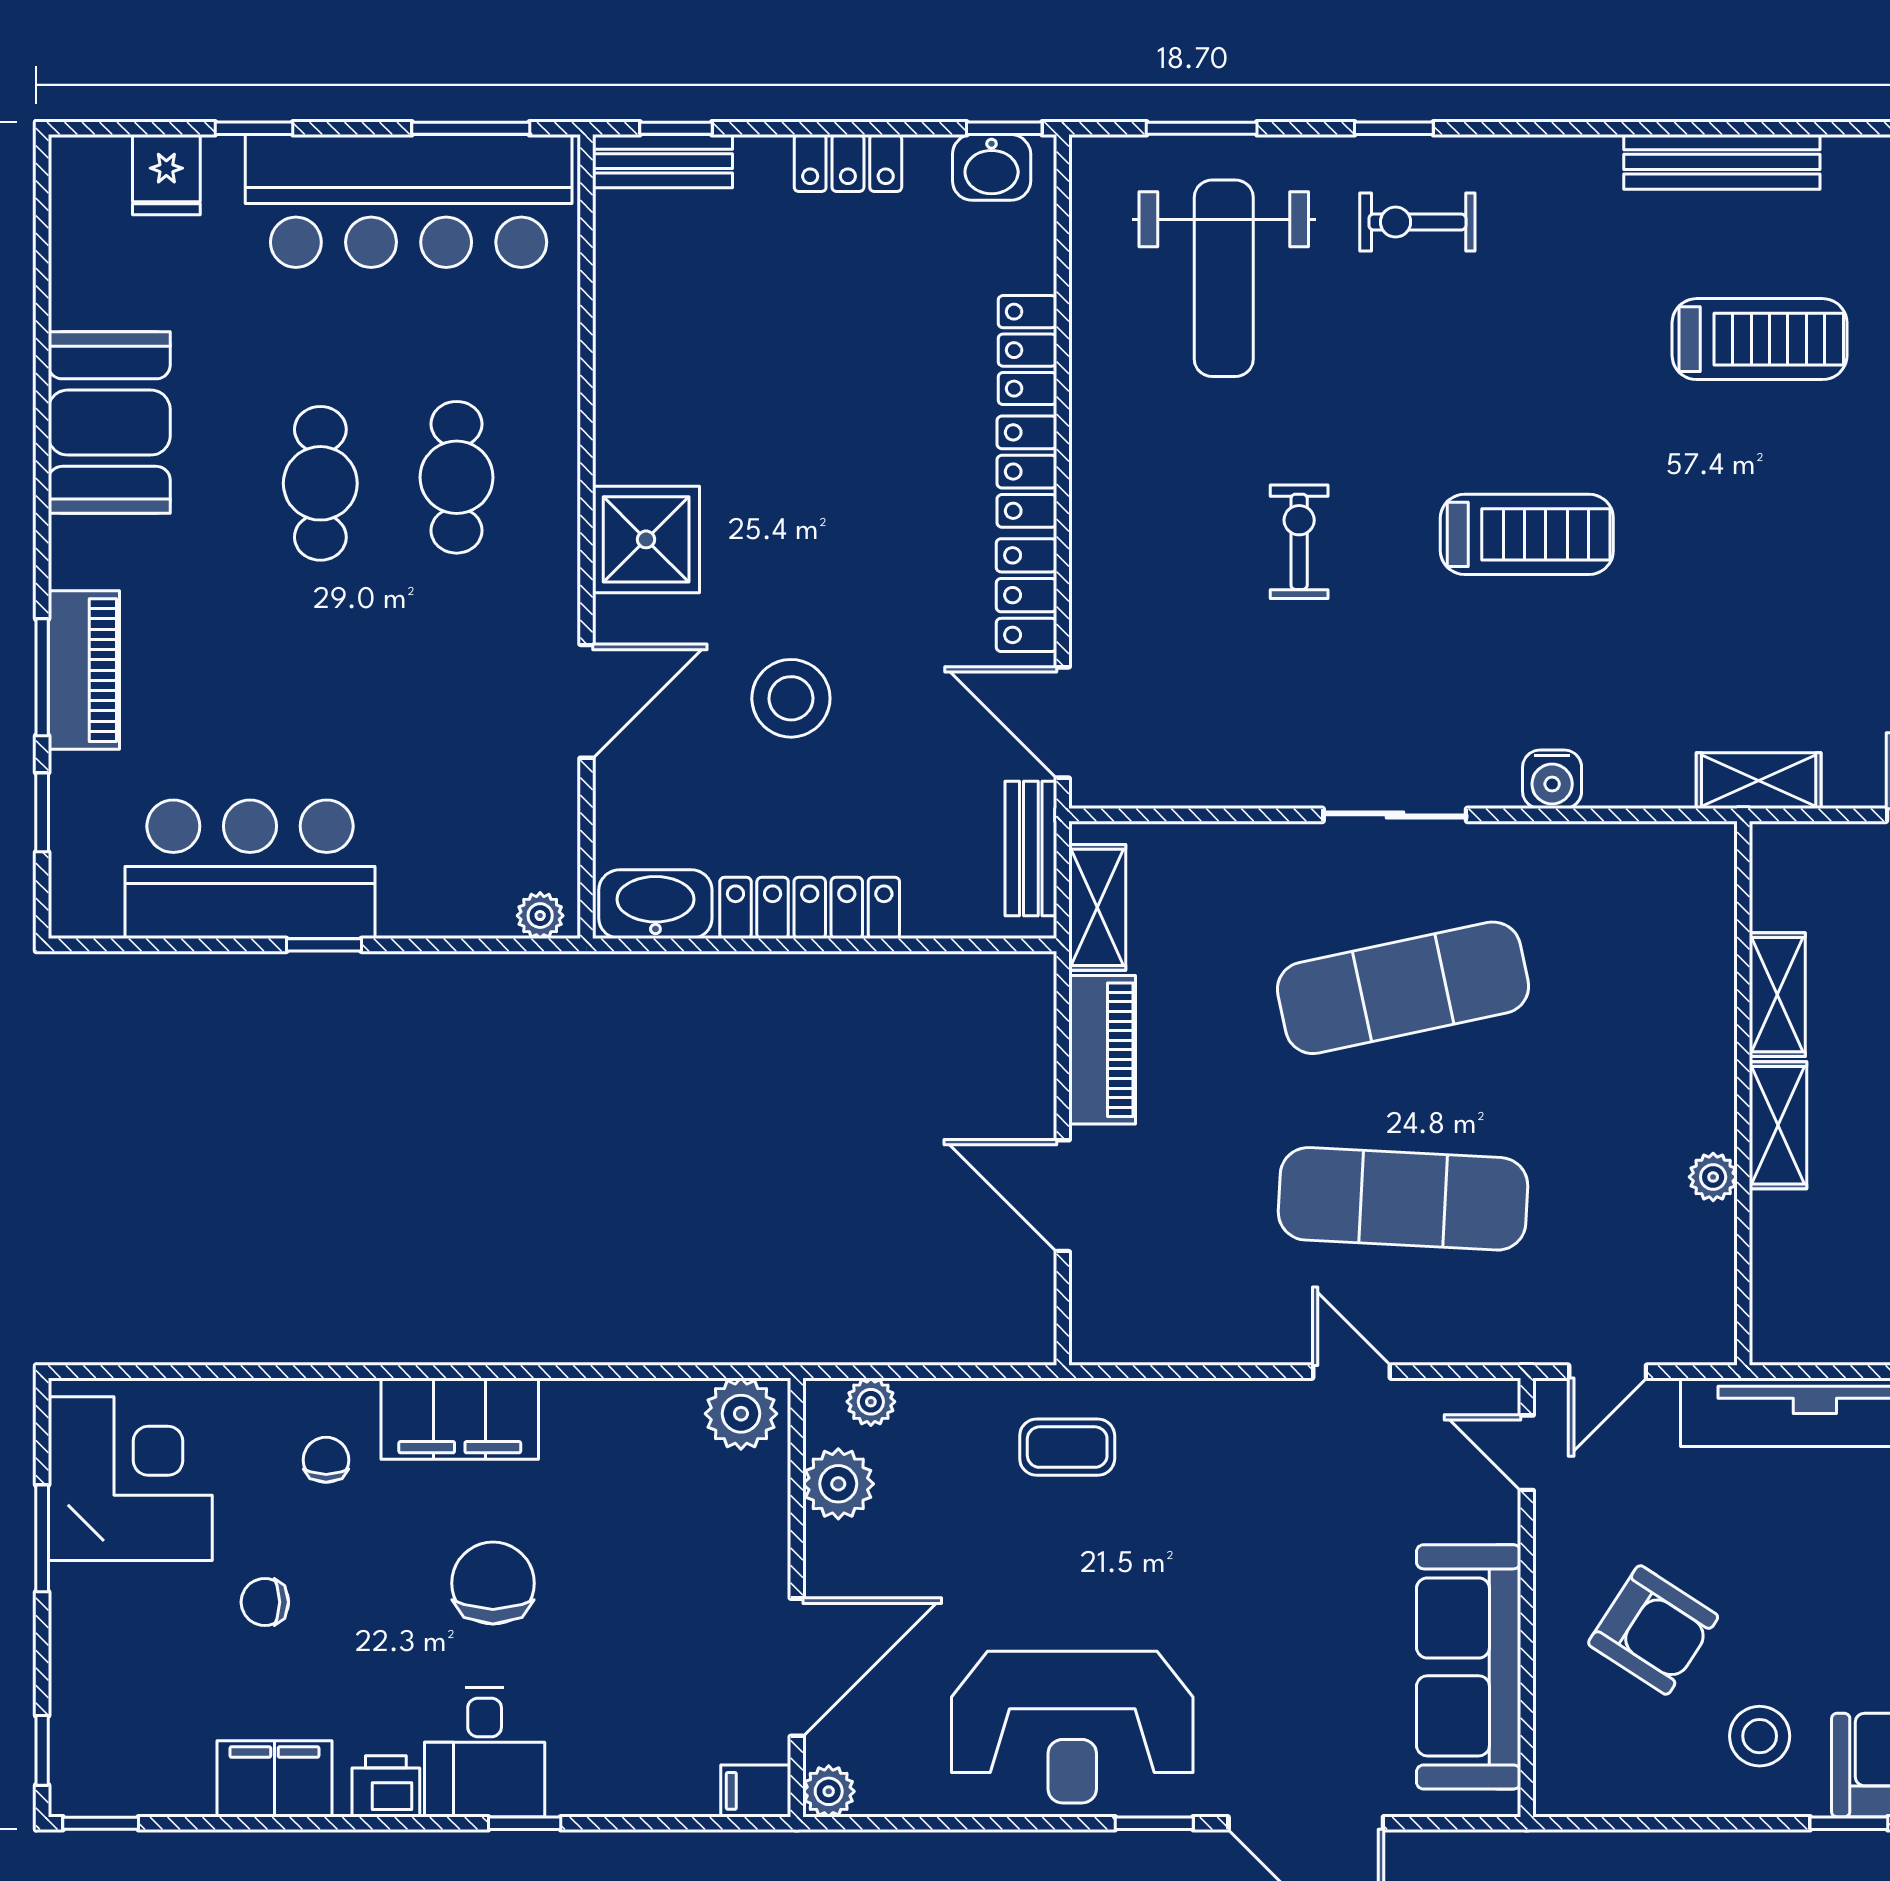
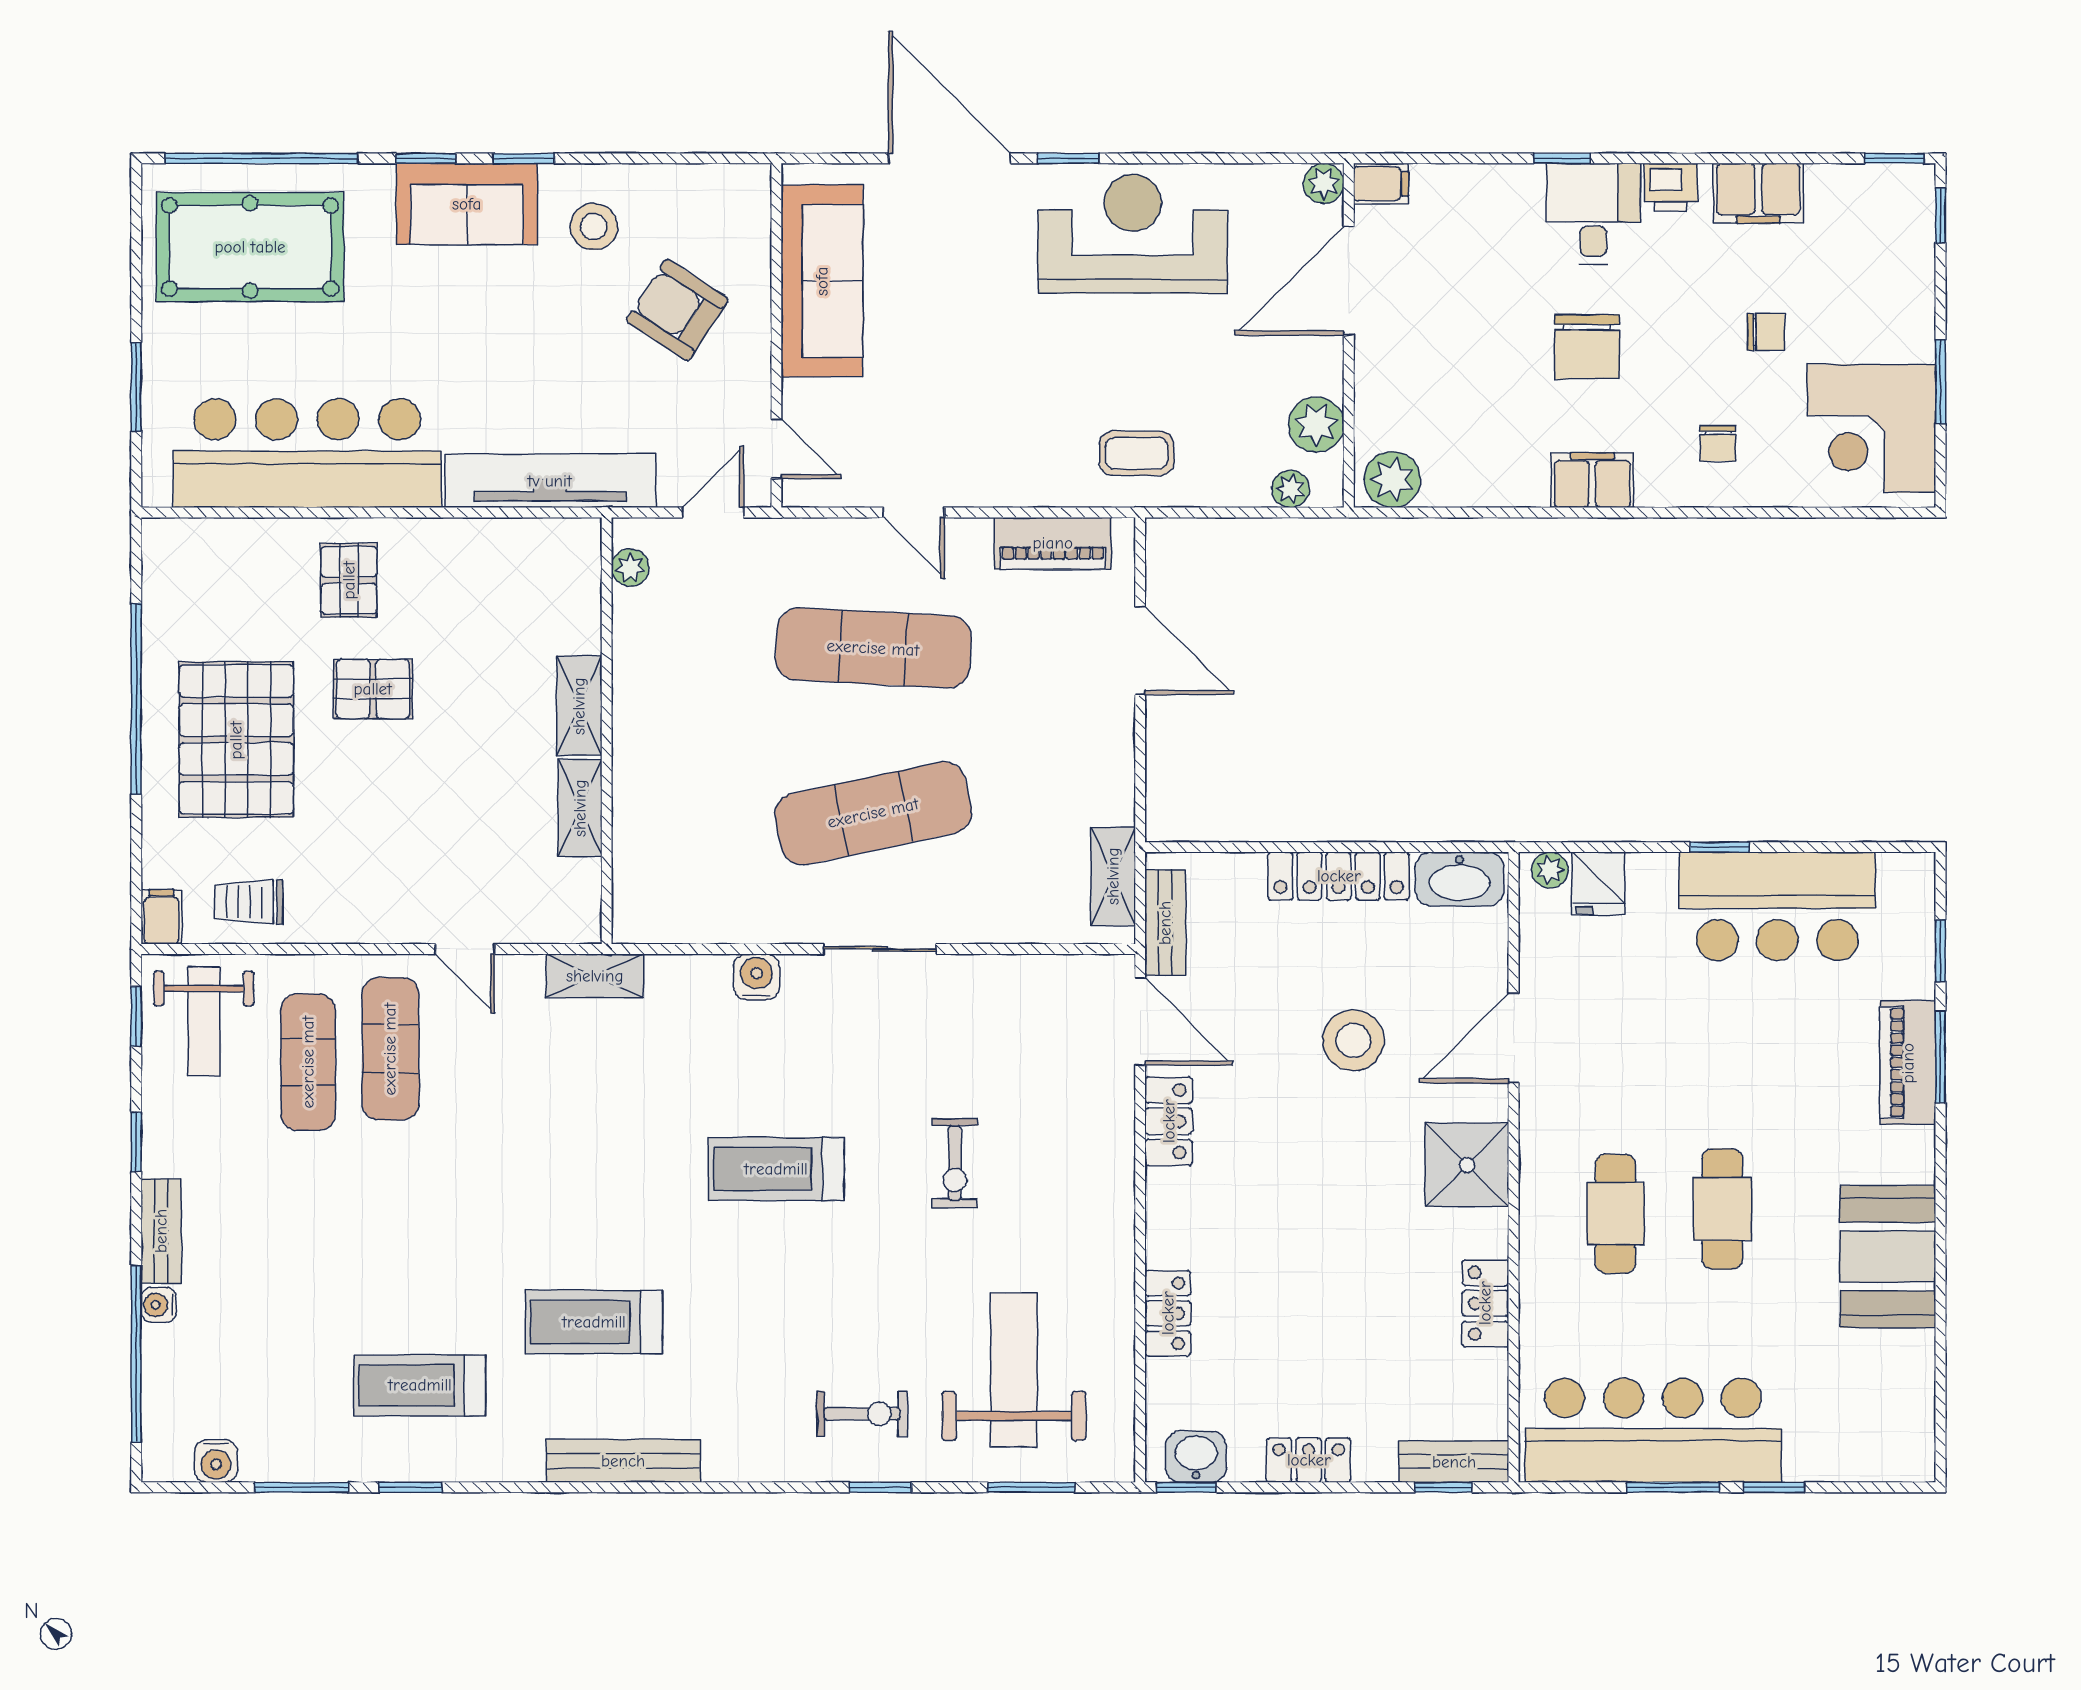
window: (471, 128) -> (1673, 1487), moved
fridge: (166, 175) -> (1598, 883), moved, turned 180
locker: (1027, 472) -> (1485, 1303), moved, turned 180
piano: (1102, 1050) -> (1053, 543), moved, turned -90
plant: (1713, 1177) -> (630, 568), moved
filing cabinet: (460, 1419) -> (1592, 480), width x0.67, depth x0.86

